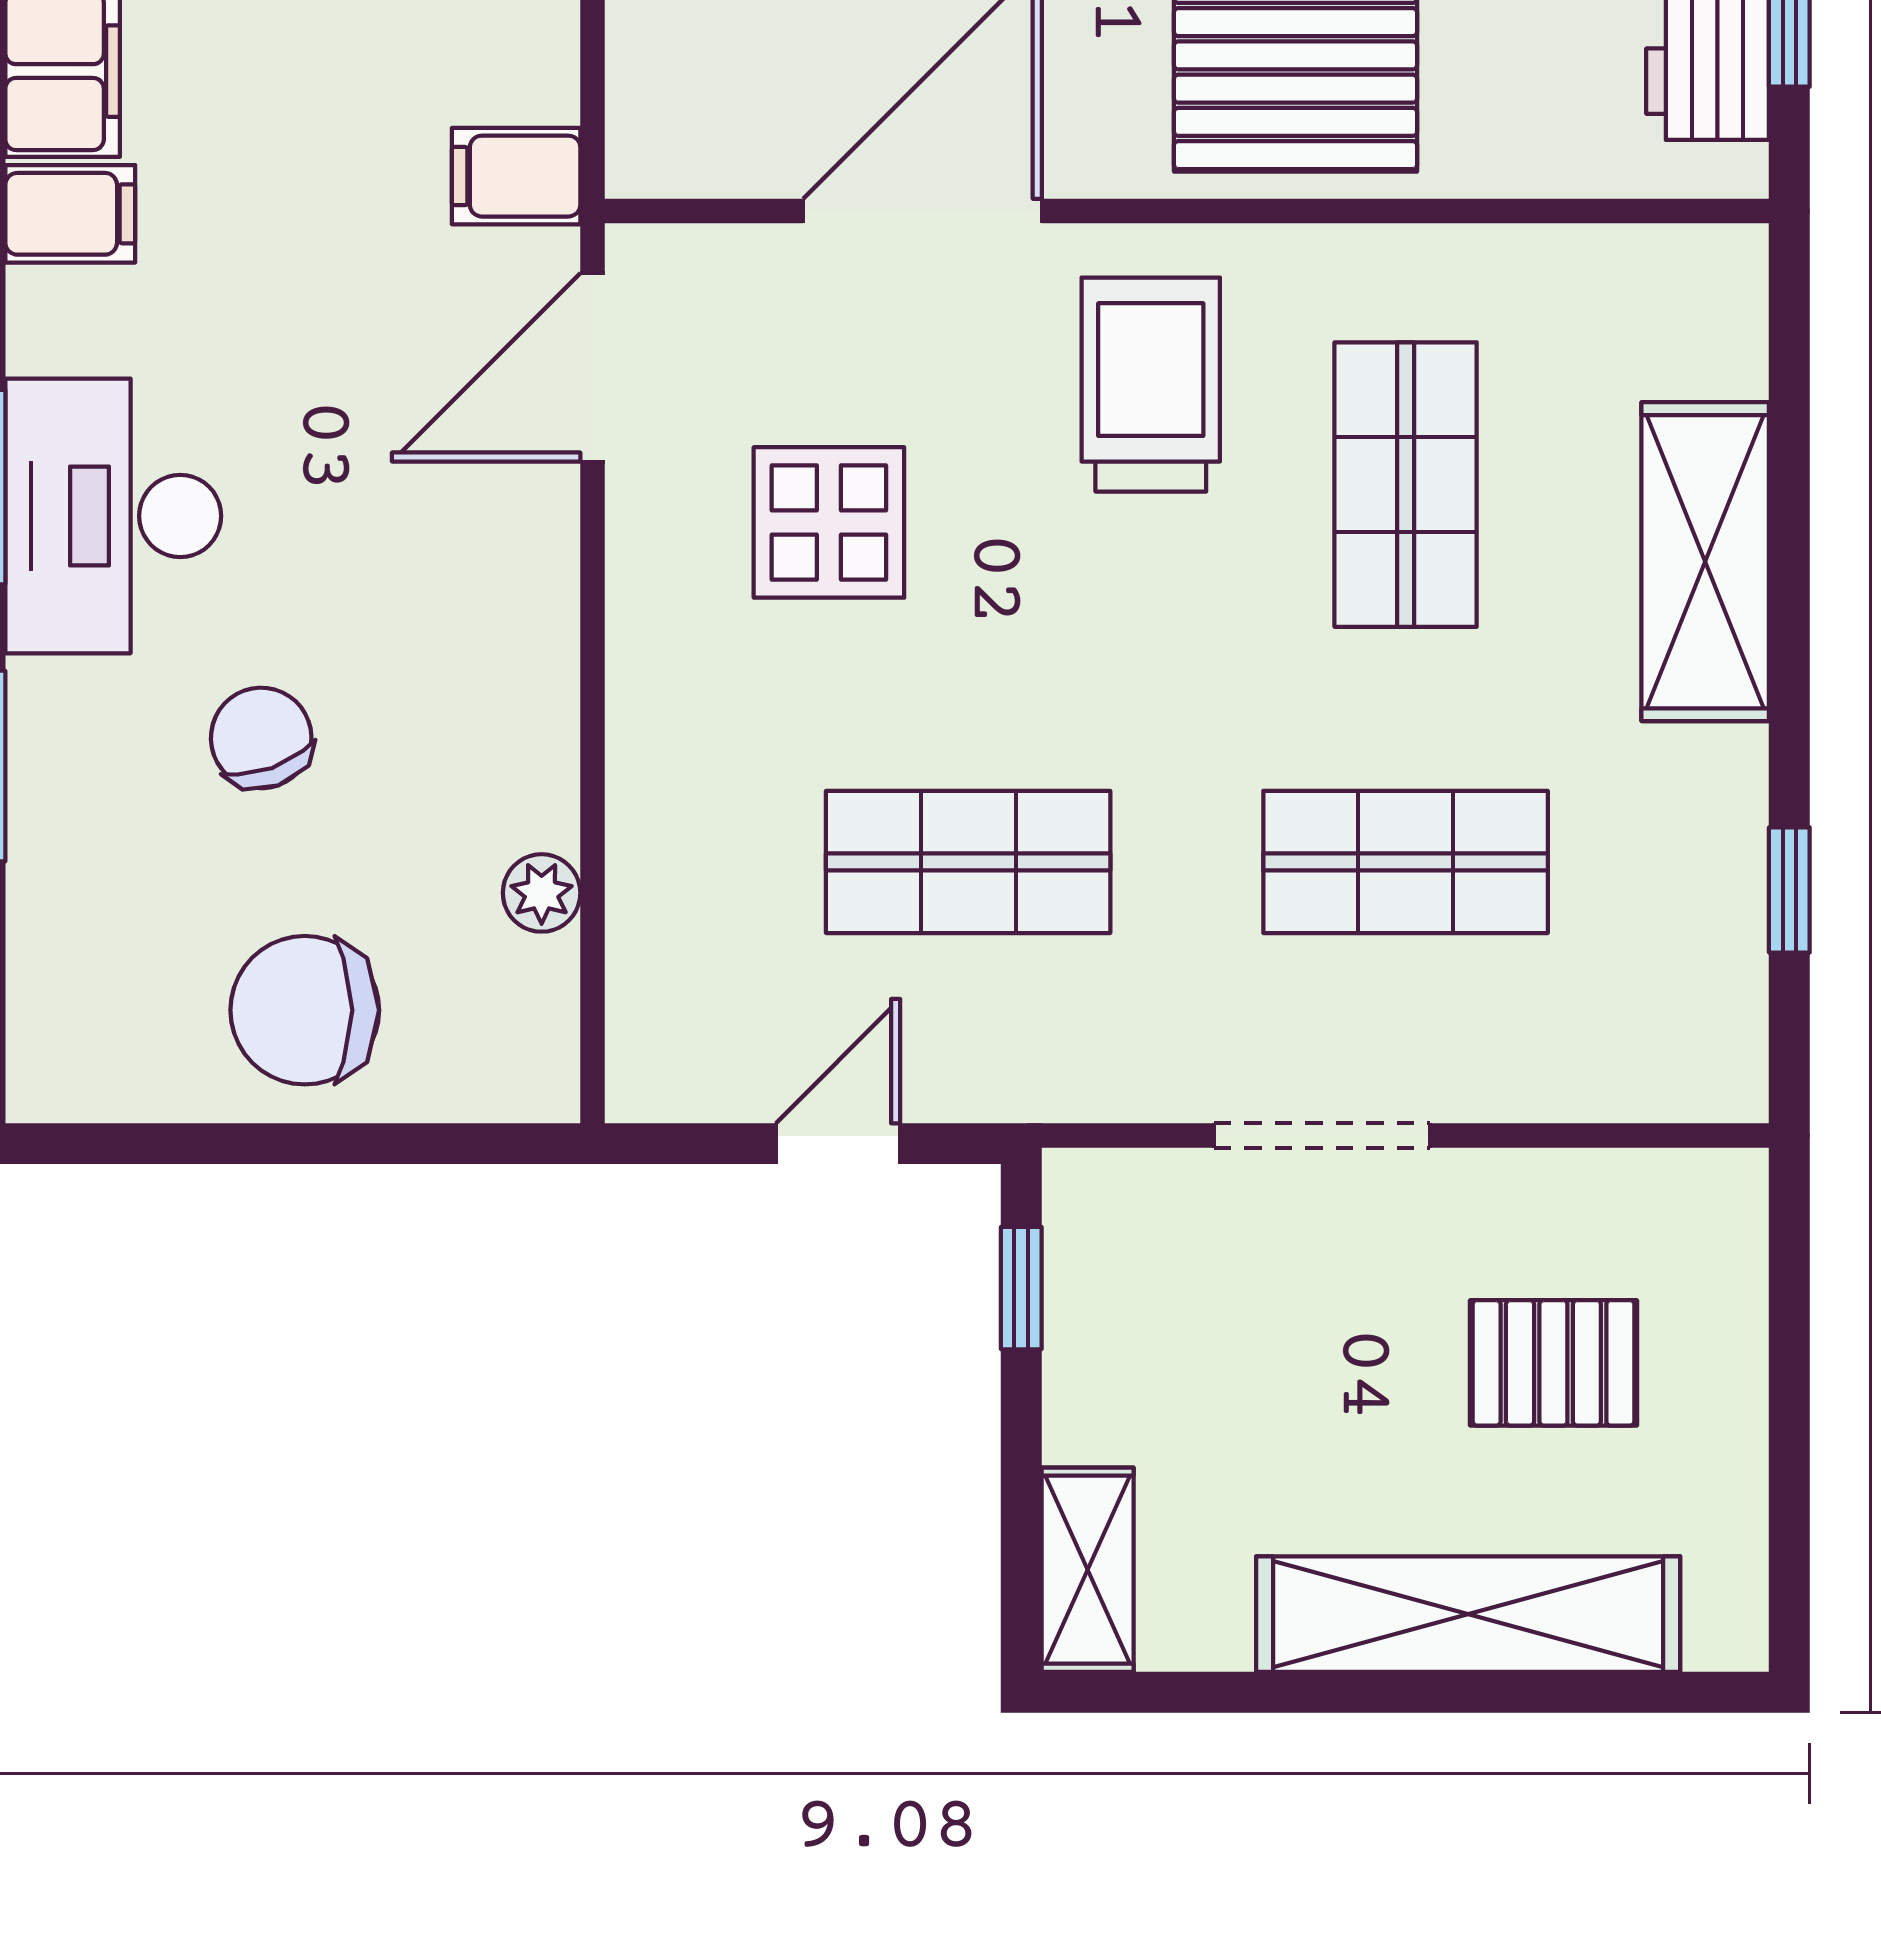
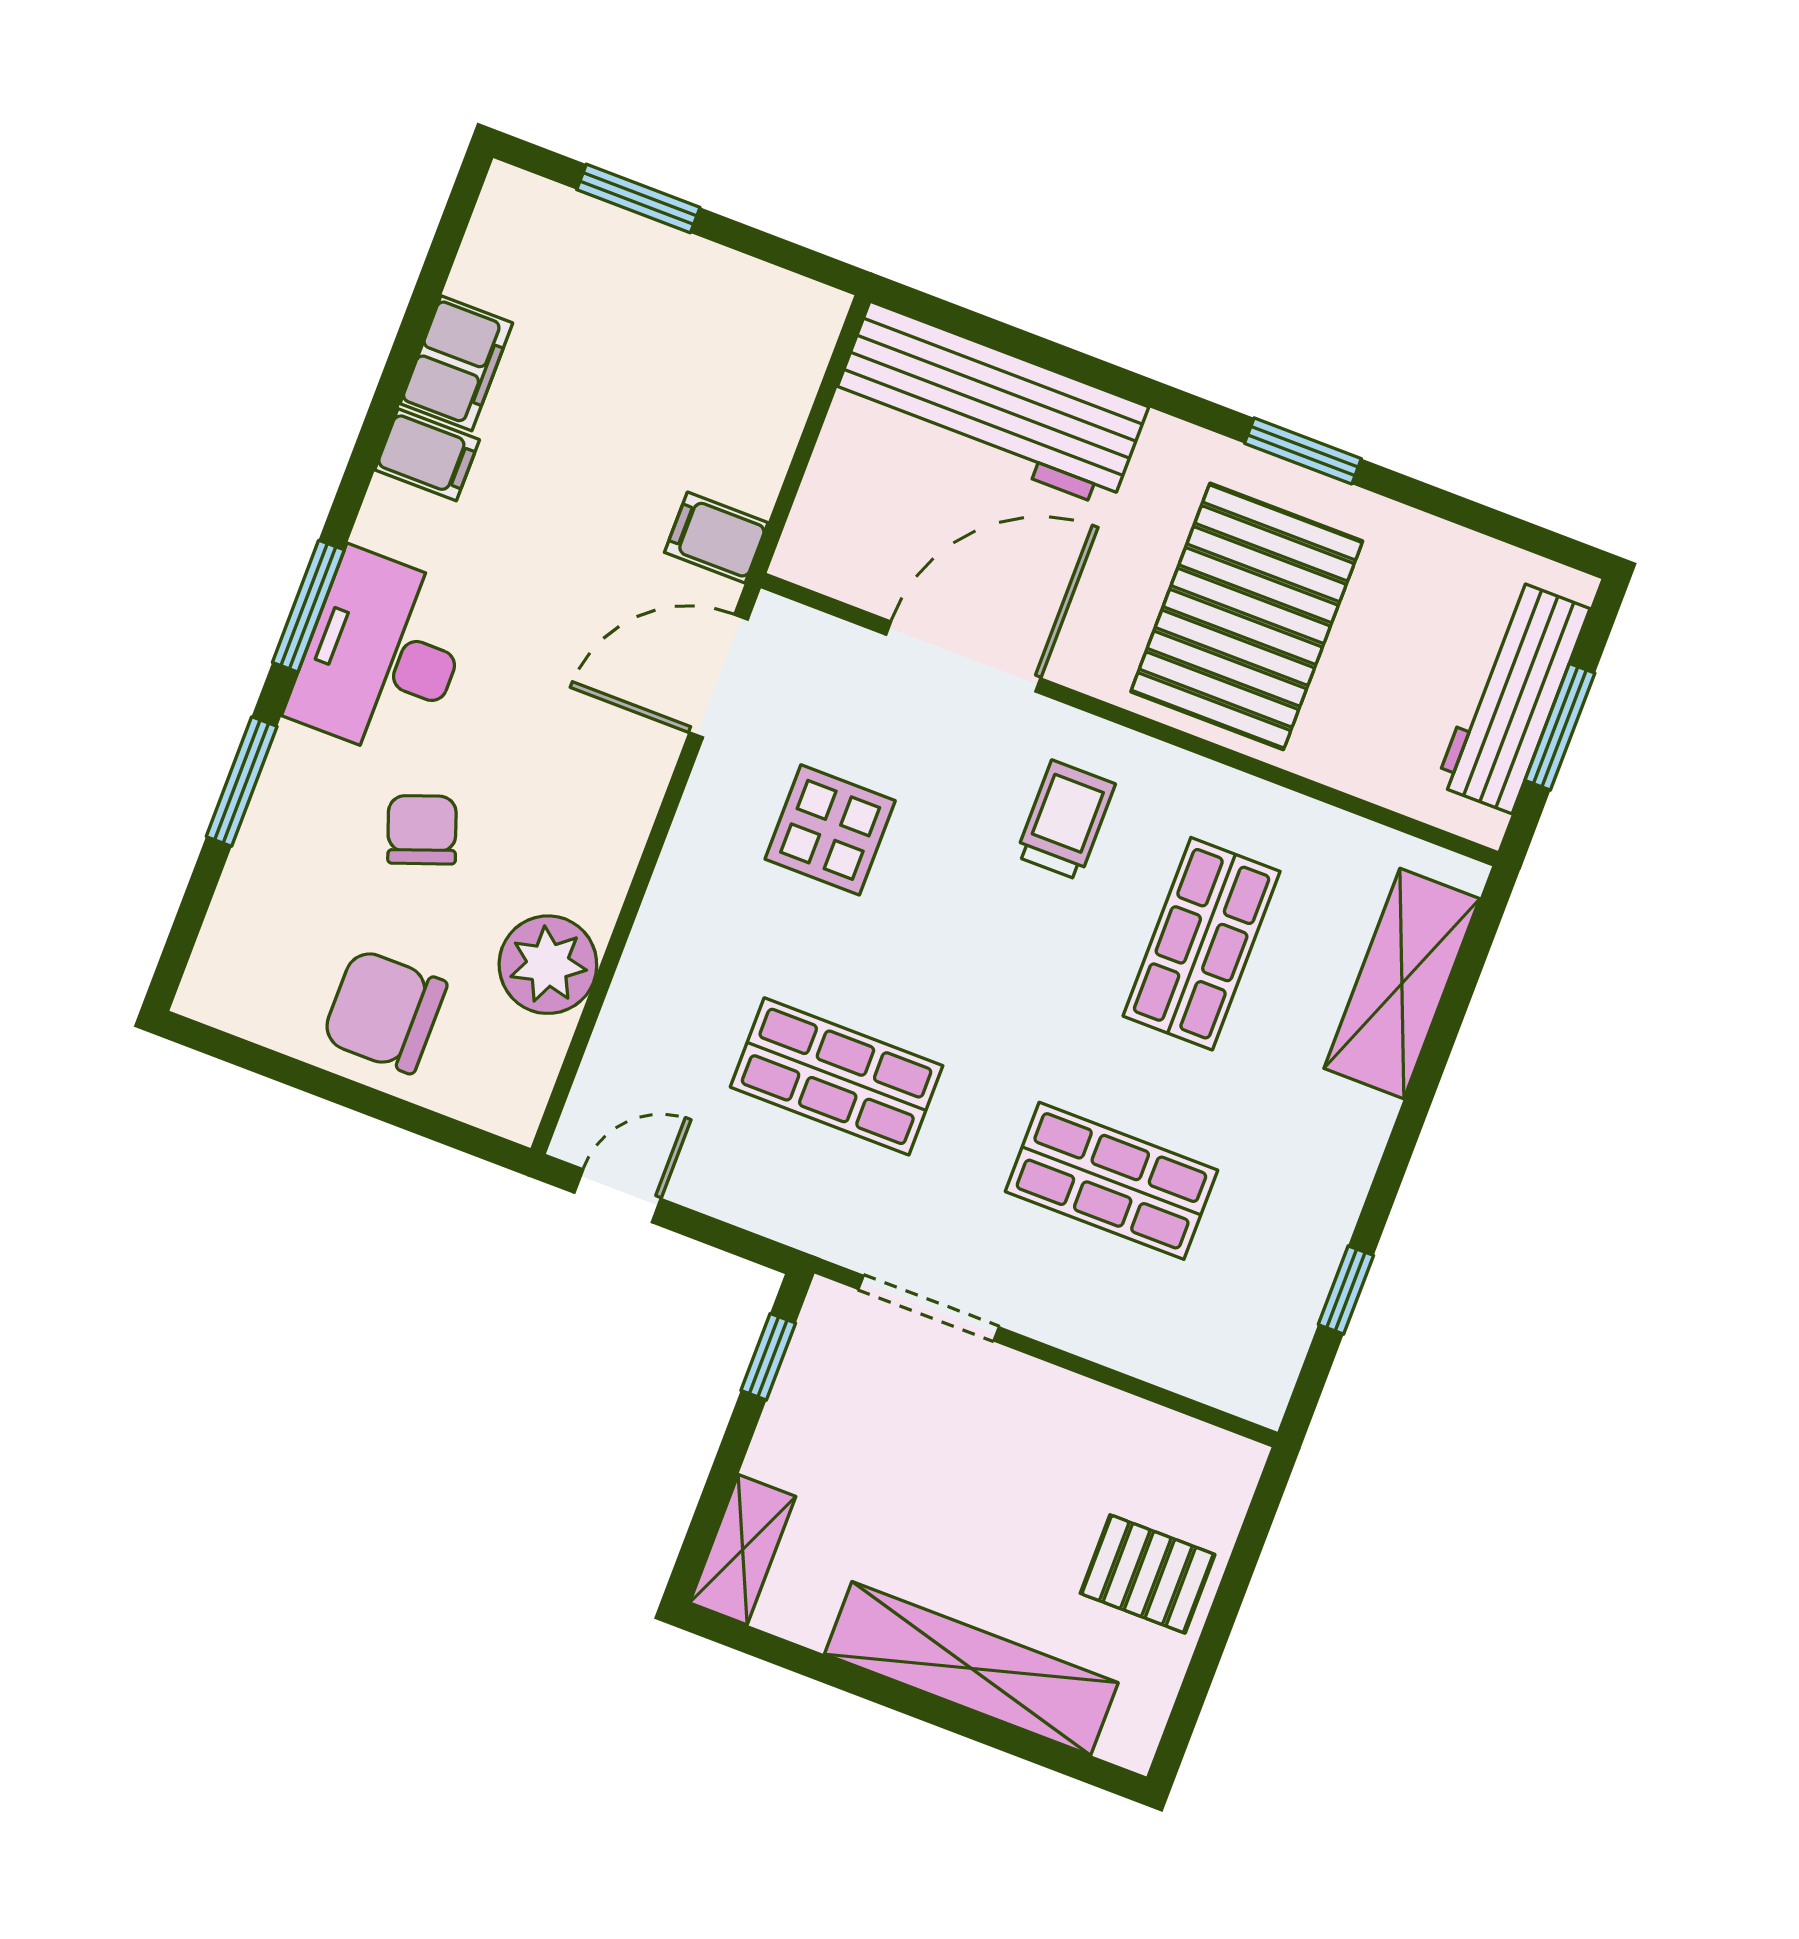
trolley: (1151, 385) -> (1065, 820), width x0.73, depth x0.72
shelving: (1705, 562) -> (1402, 984), moved
plant: (542, 893) -> (548, 965), width x1.88, depth x1.88
doorway: (1322, 1136) -> (929, 1308), moved
door: (838, 1144) -> (618, 1196), moved
pallet: (1553, 1363) -> (1148, 1574), moved

